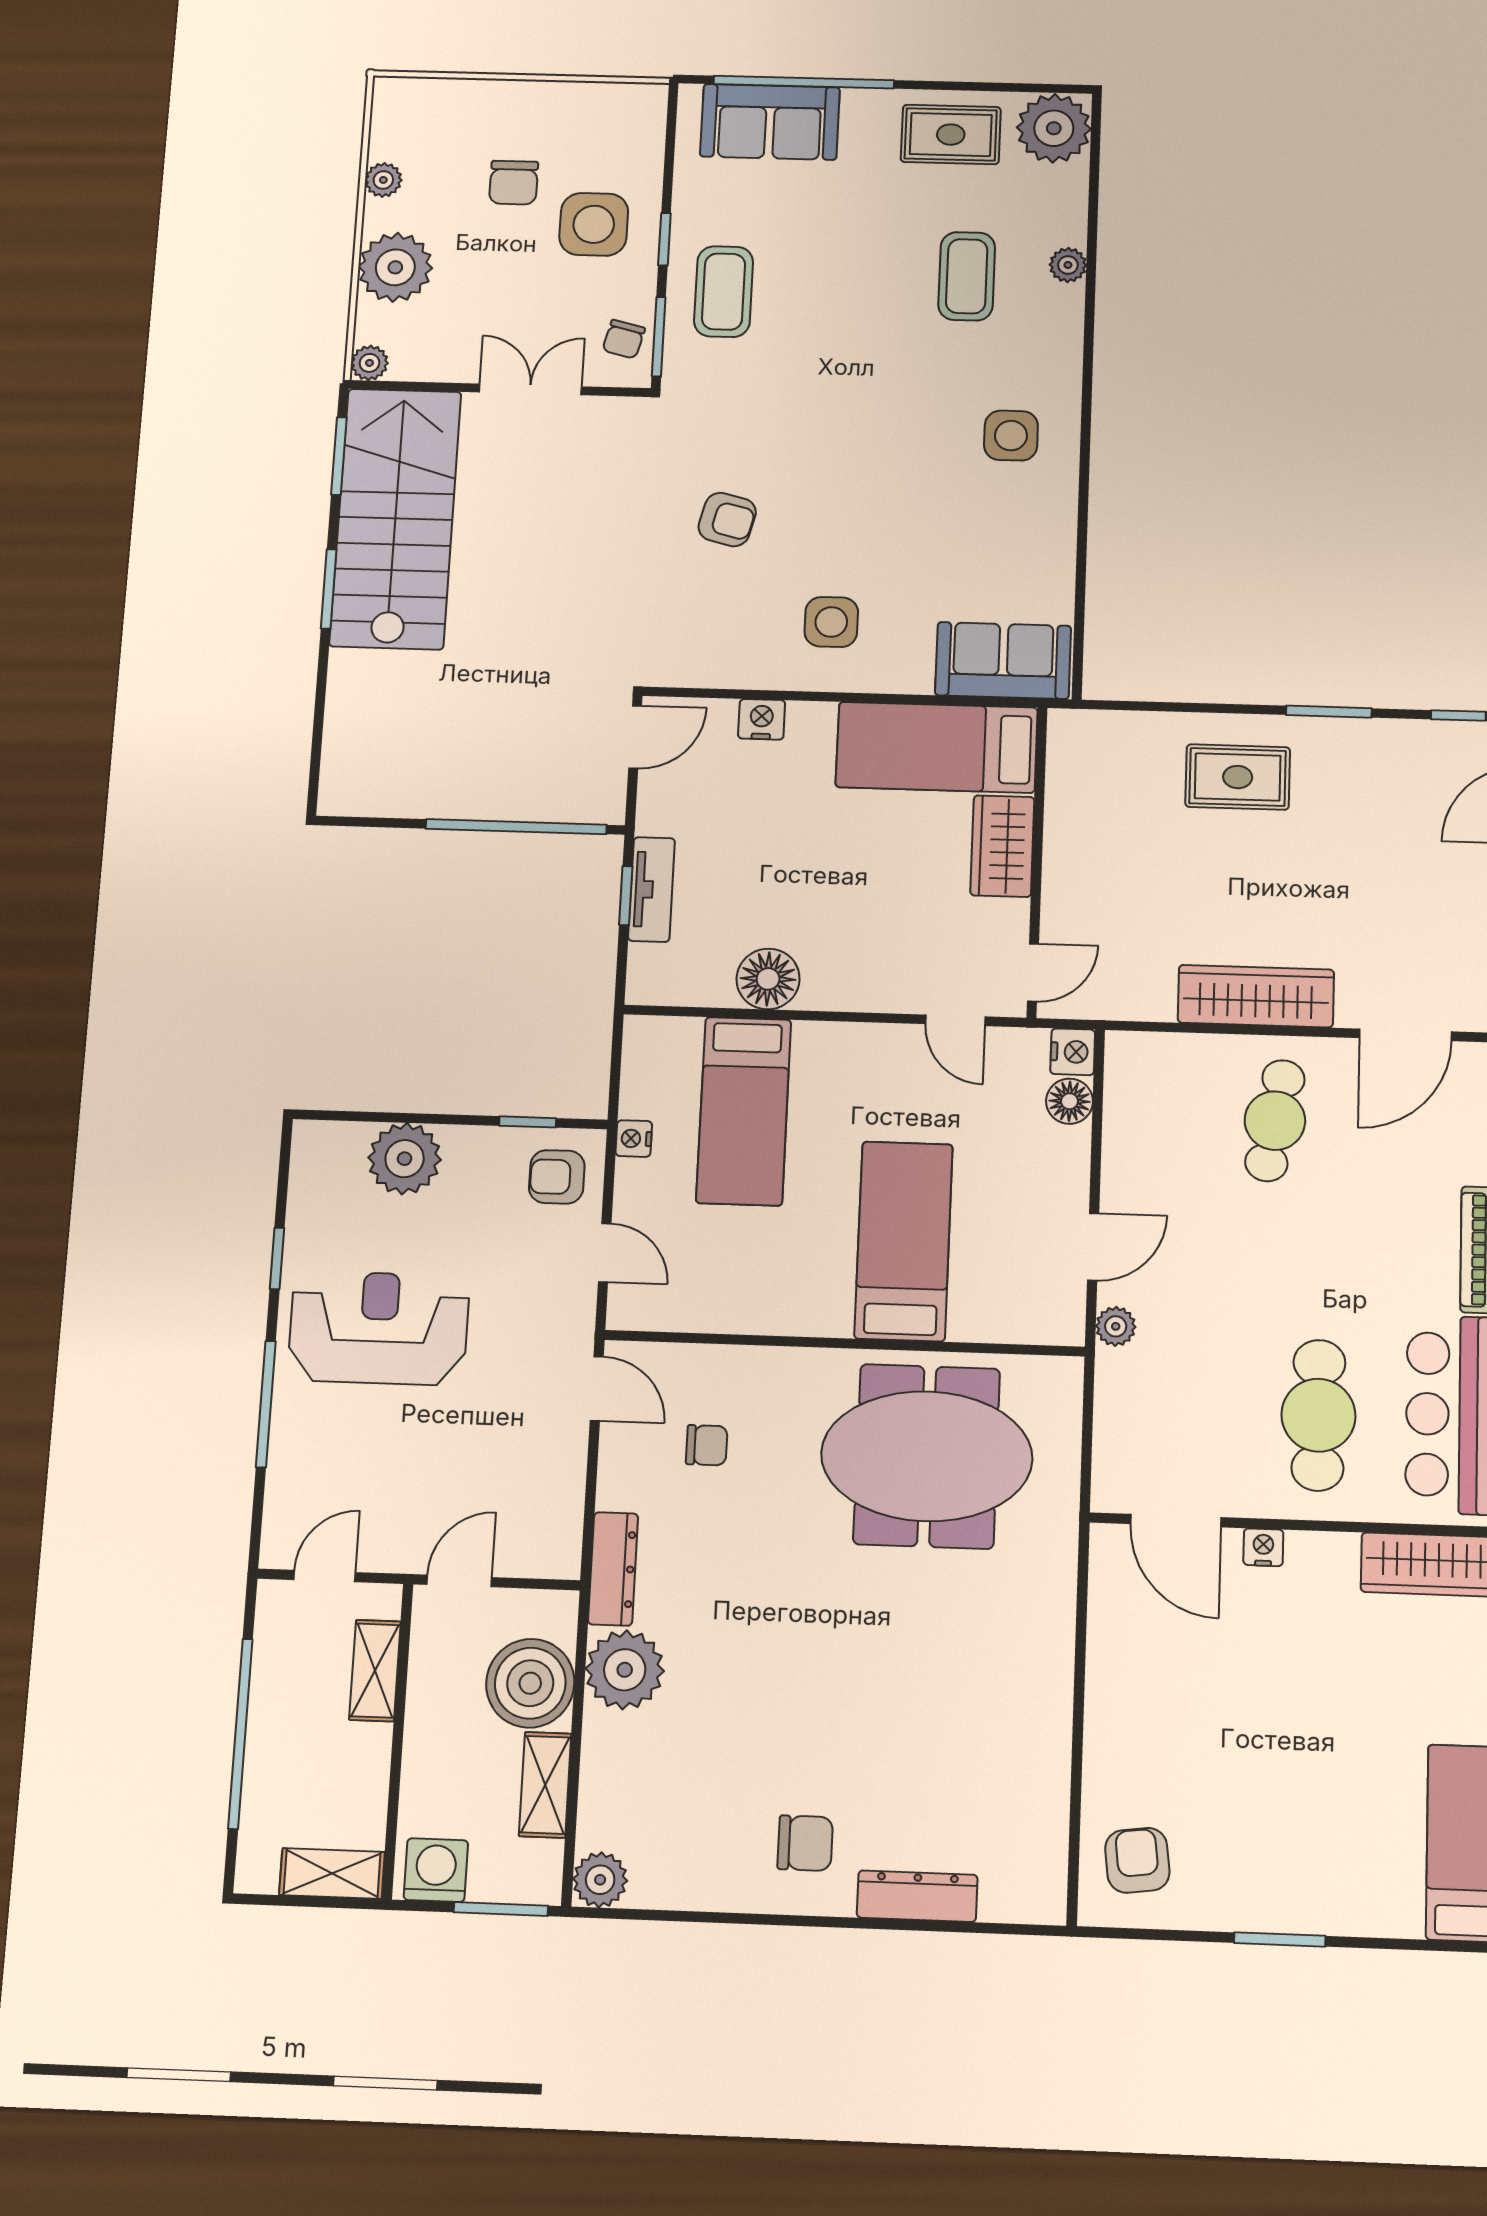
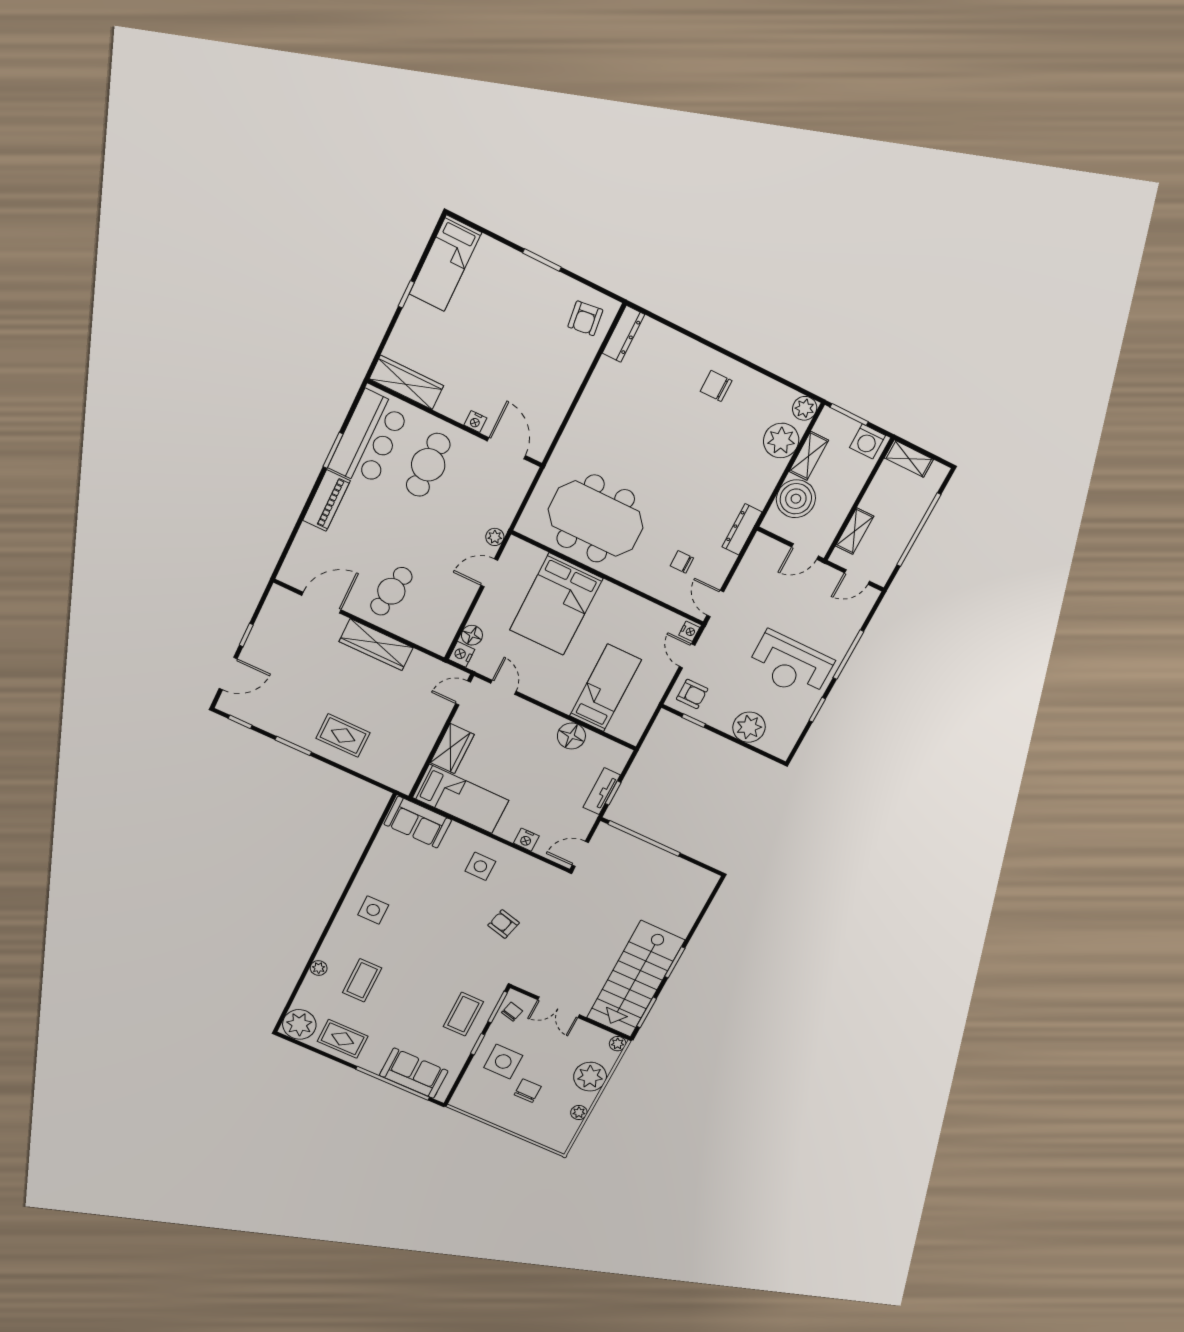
nightstand: (634, 1139) -> (689, 631), moved
bed: (904, 1241) -> (556, 604), width x1.50
plant: (625, 1670) -> (781, 440), moved
dresser: (917, 1896) -> (624, 334), moved, turned -90

